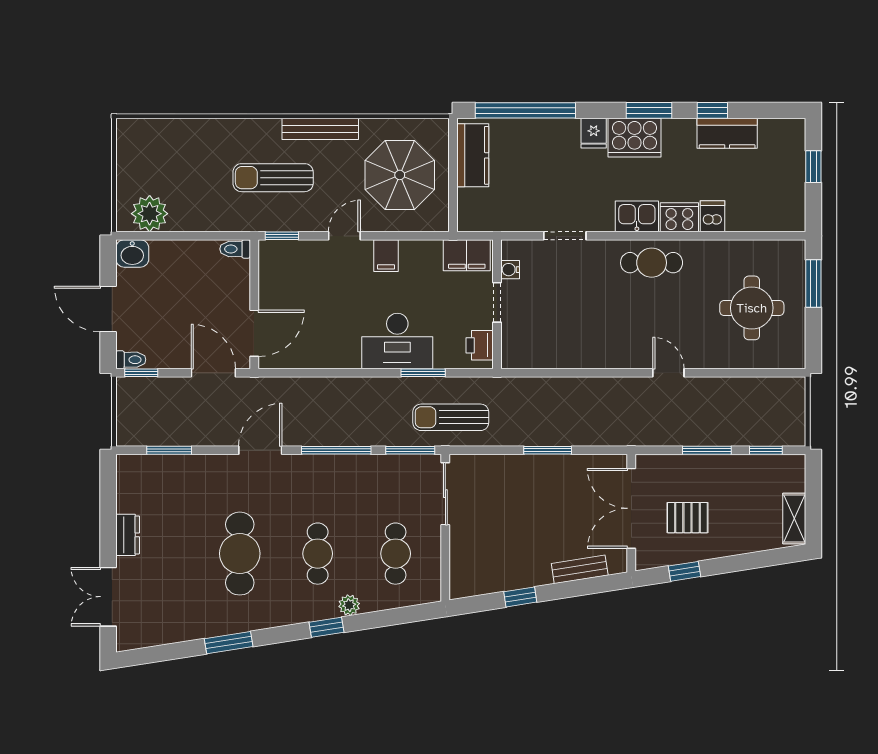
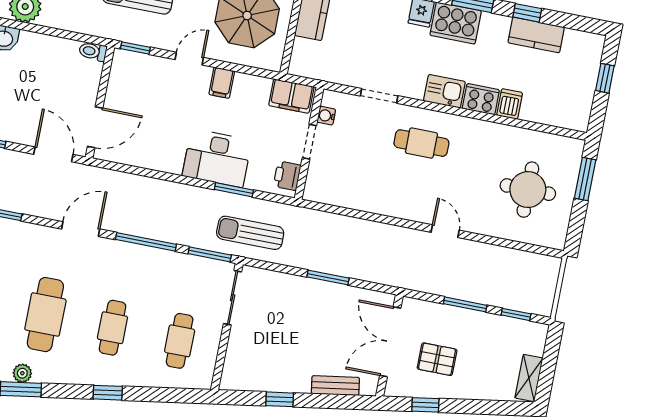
cafe table: (652, 263) -> (421, 143), moved
plant: (349, 605) -> (22, 373), moved

